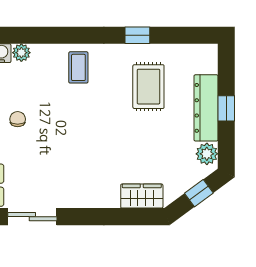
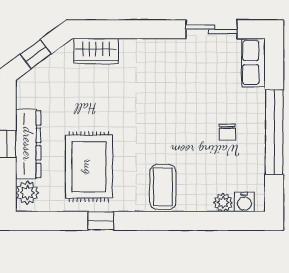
coffee table: (78, 67) -> (163, 187), width x1.36, depth x1.30
rug: (148, 87) -> (89, 167), width x1.36, depth x1.43
plant: (207, 154) -> (27, 193), moved

